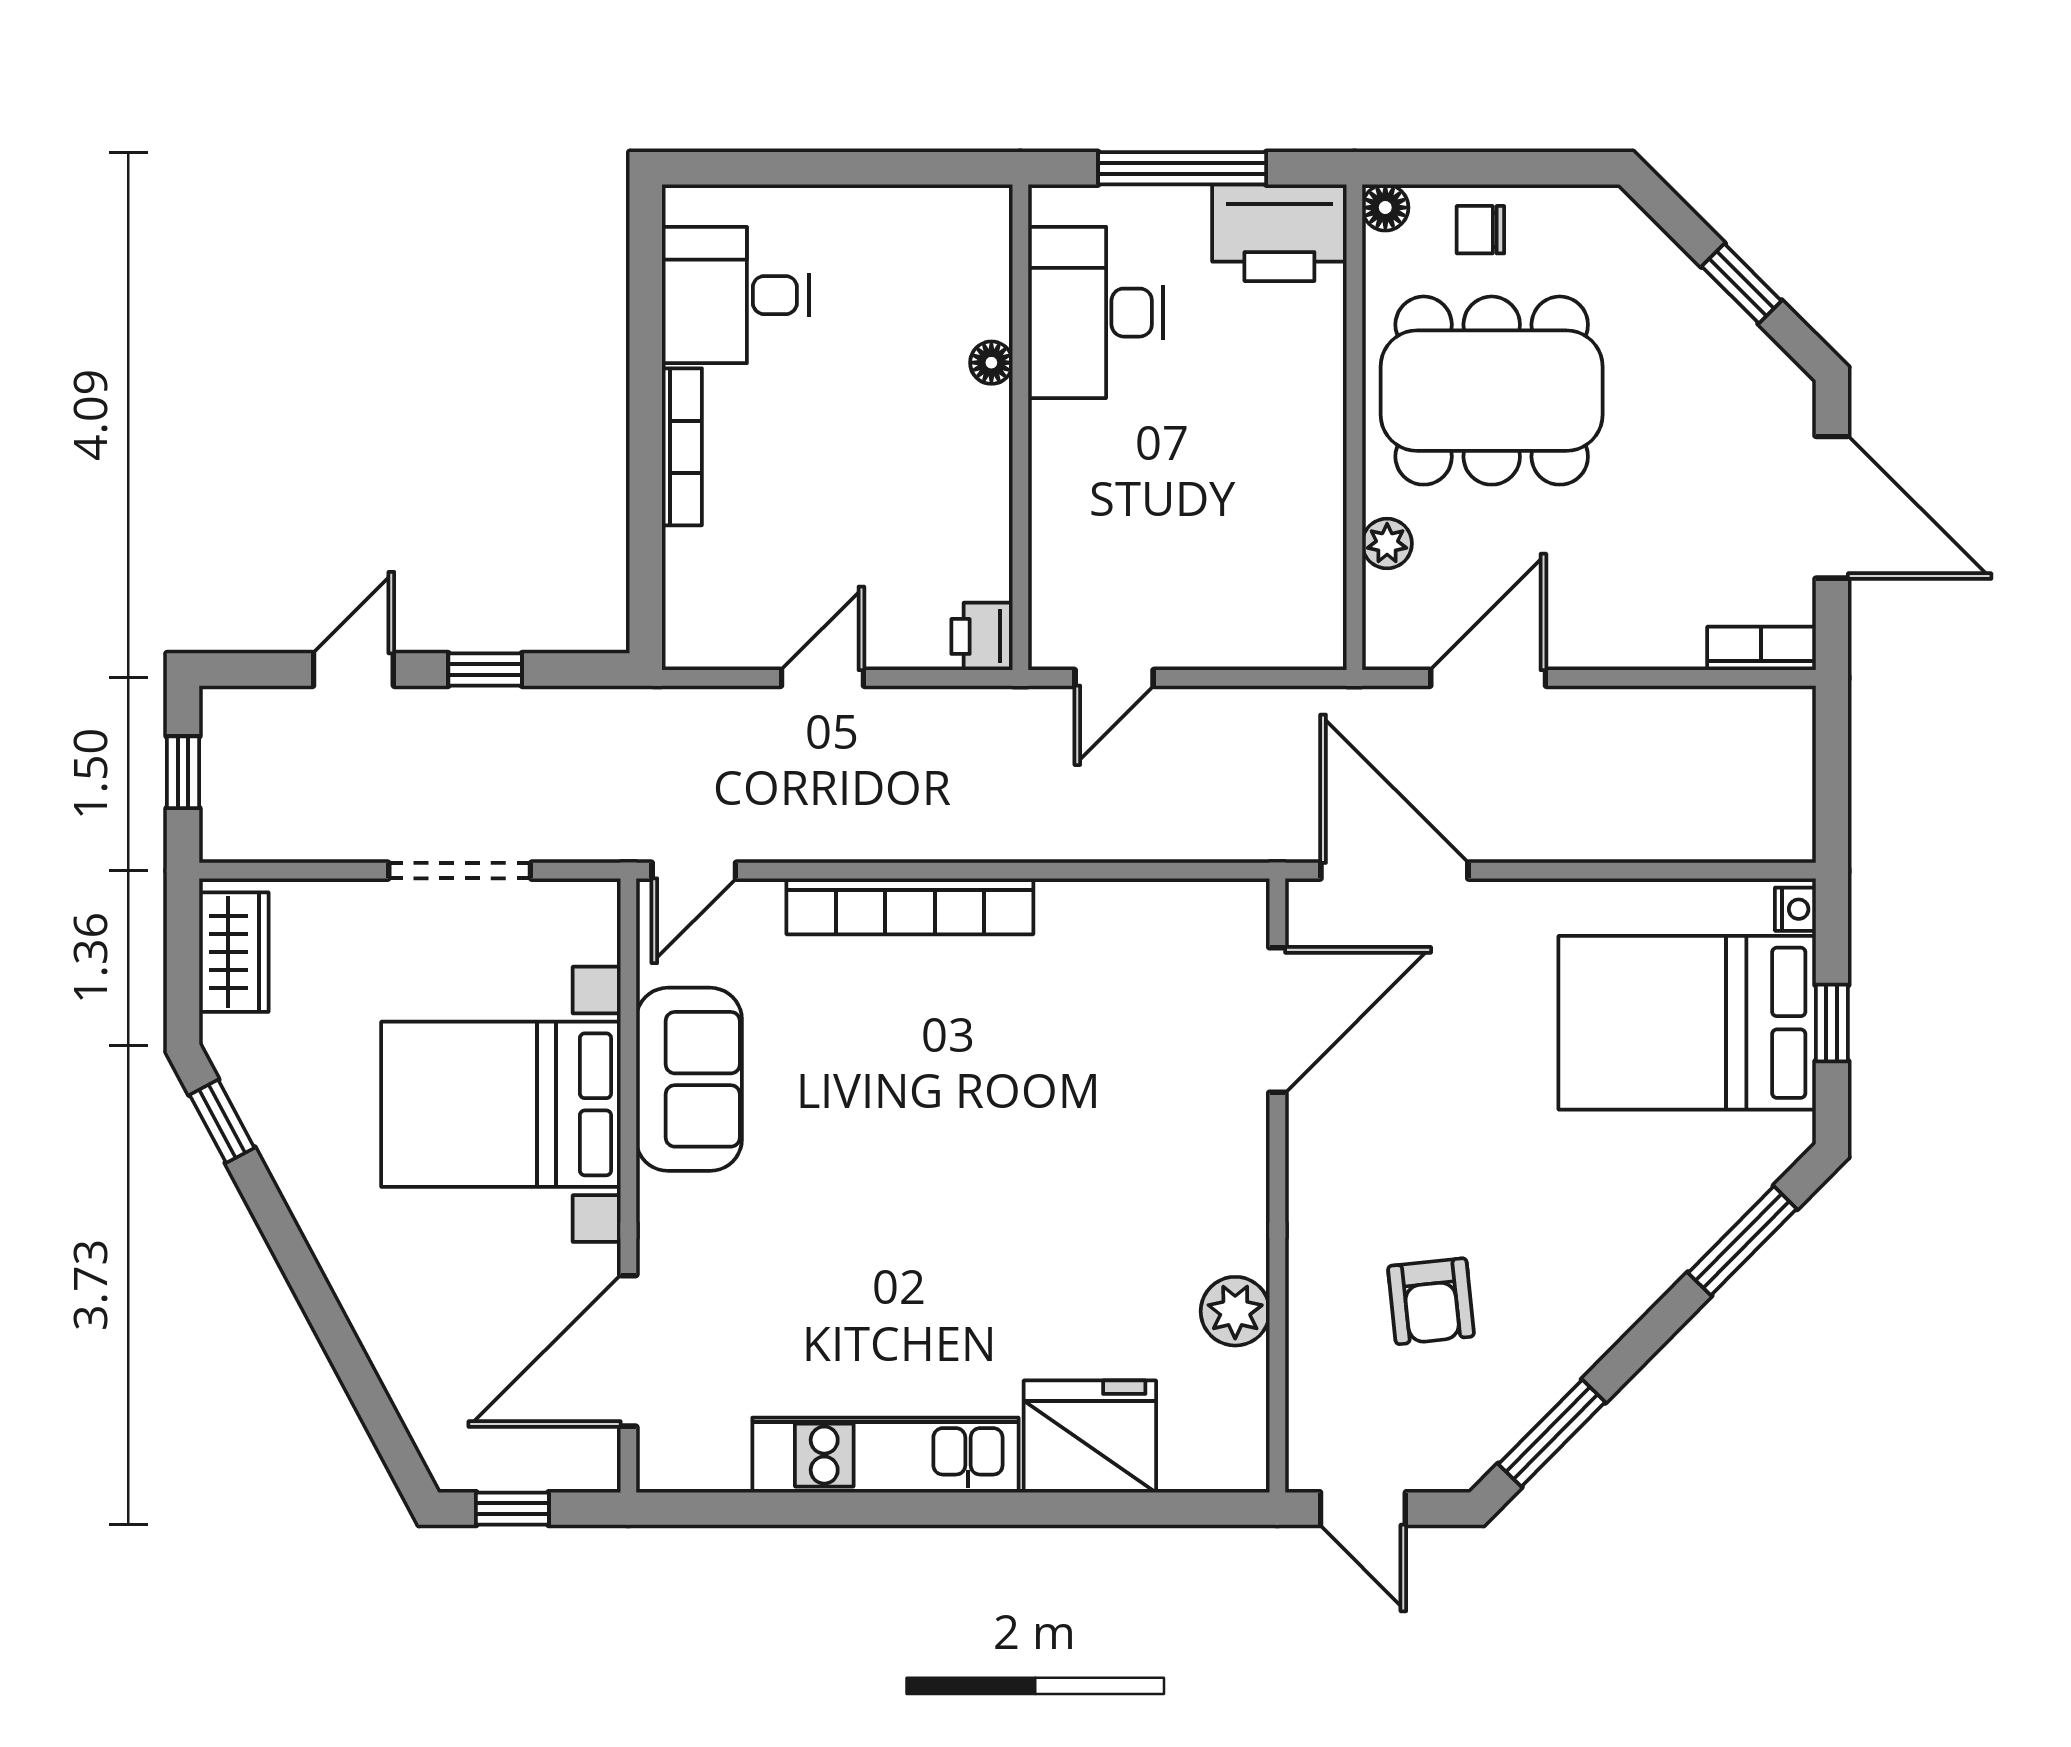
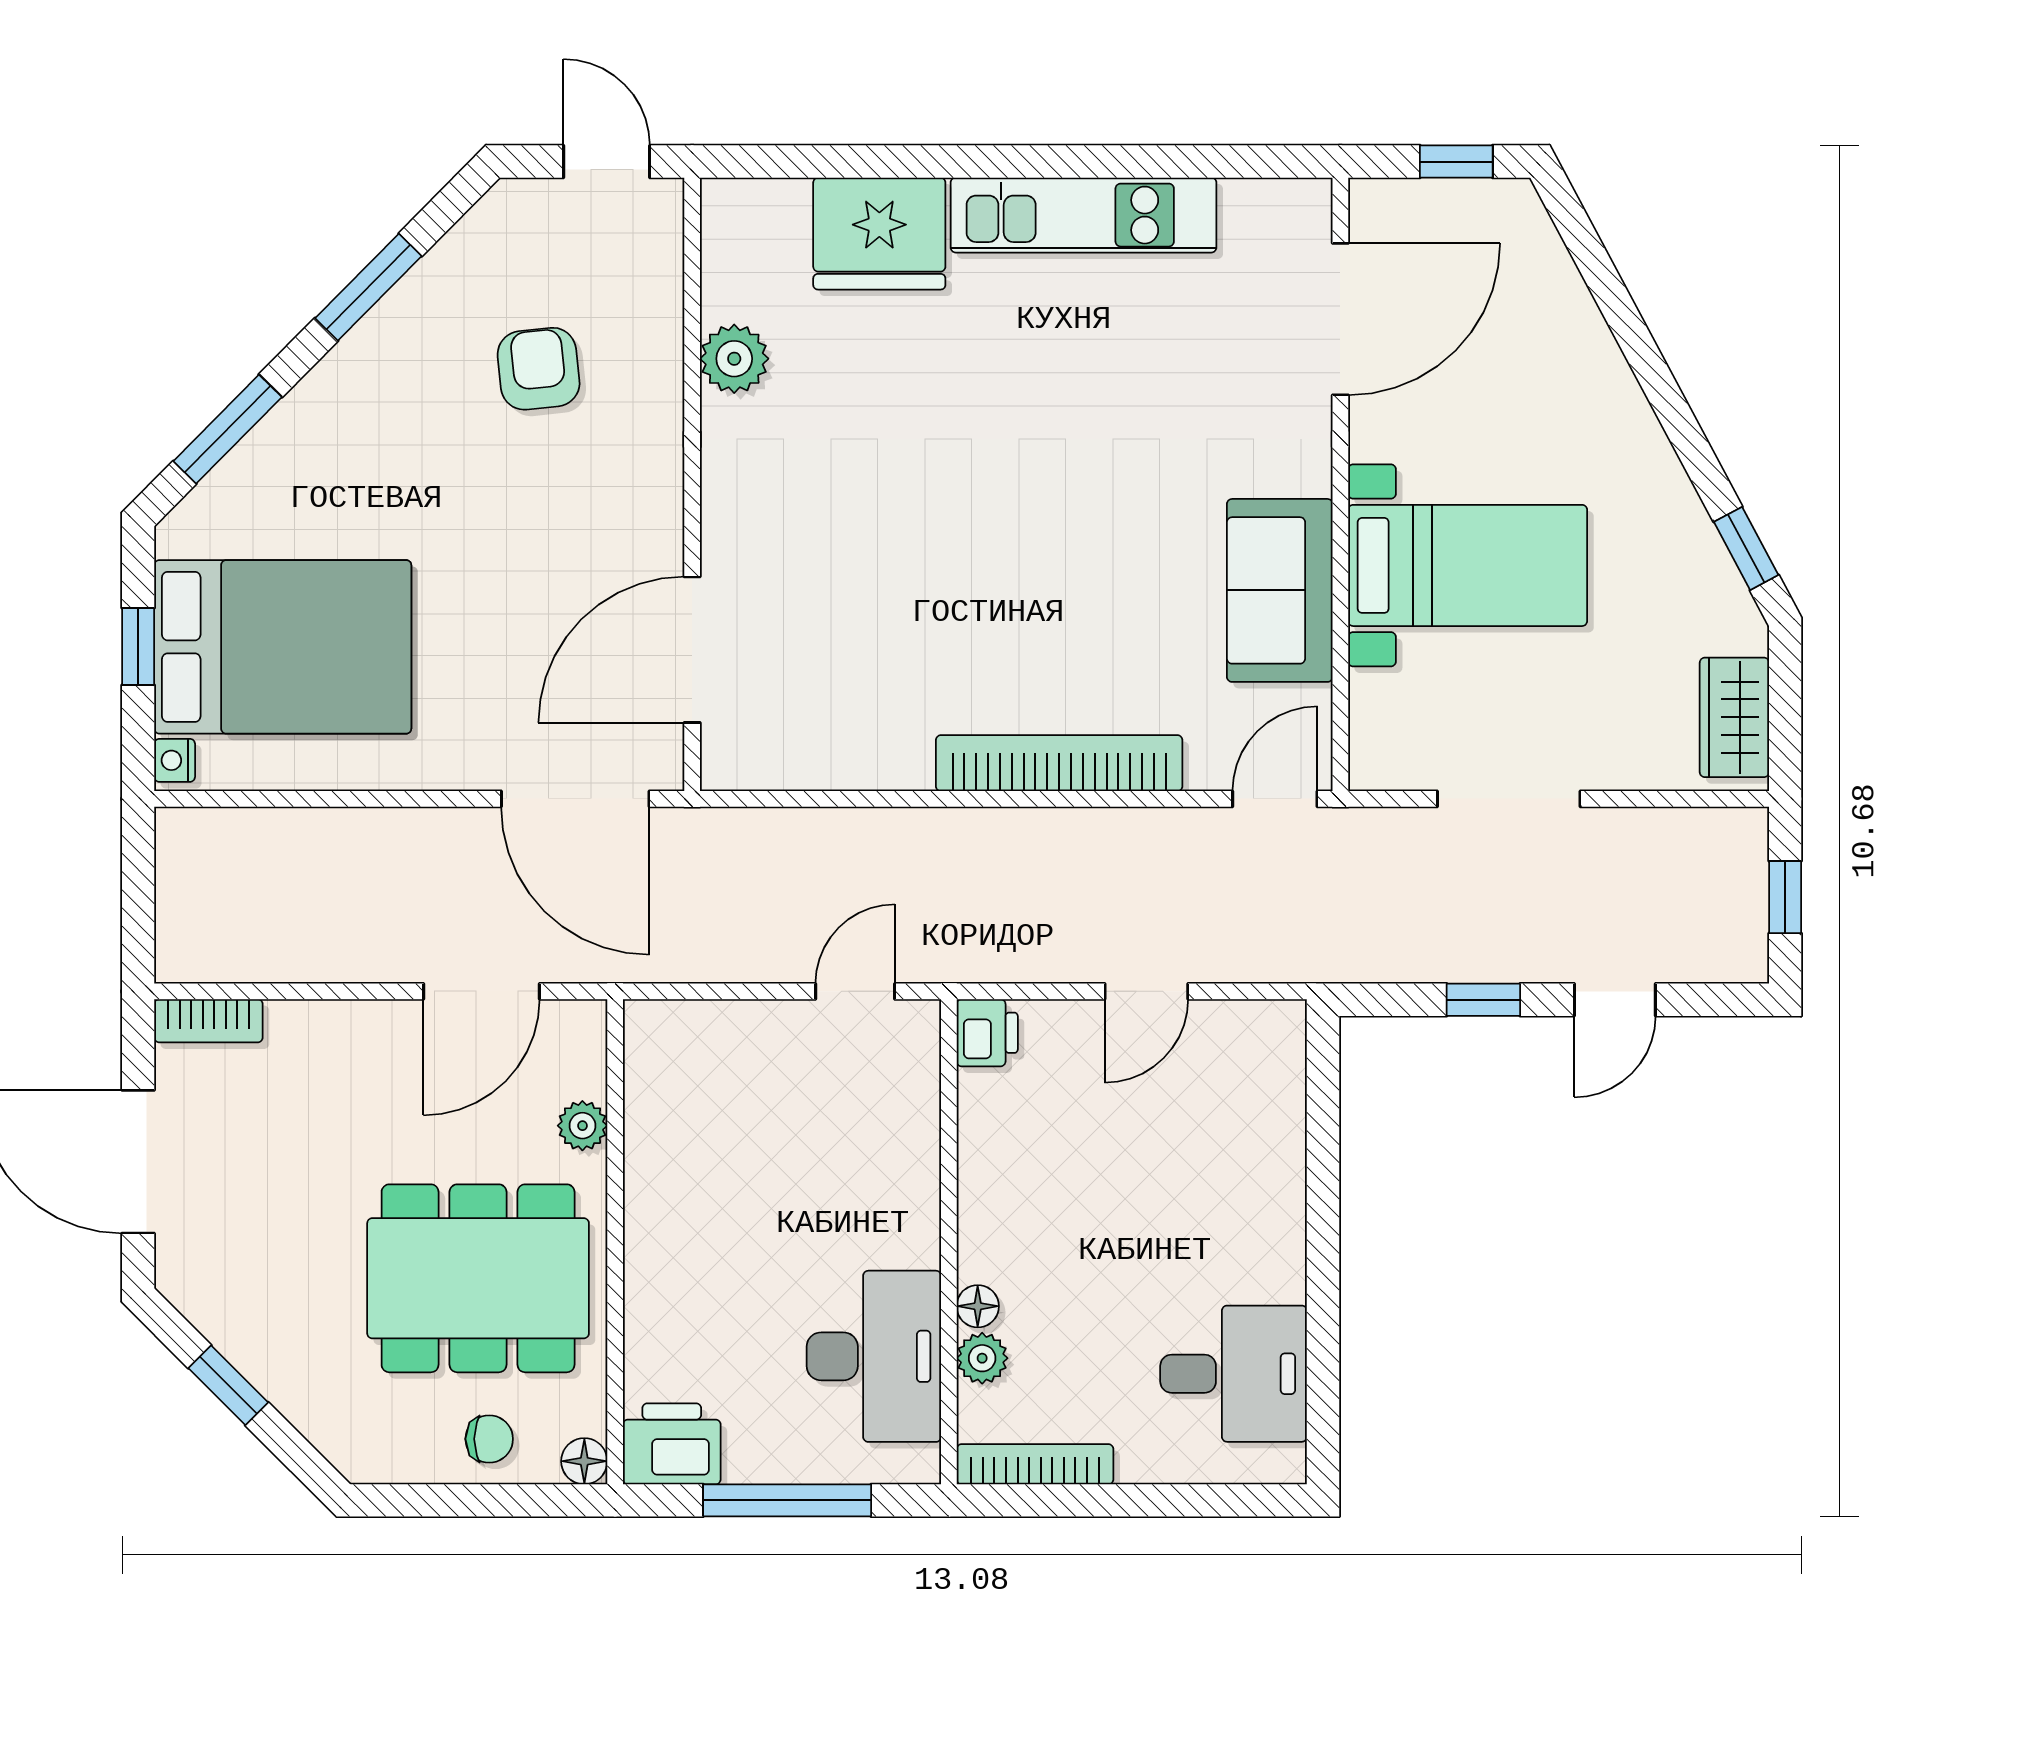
printer: (1279, 233) -> (672, 1444), width x0.73, depth x0.84
plant: (987, 311) -> (982, 1358), added
bookcase: (682, 447) -> (1035, 1464), moved, turned 90
bed with nightstands: (501, 1104) -> (1468, 565), width x0.73
window: (1552, 1433) -> (368, 287), moved

